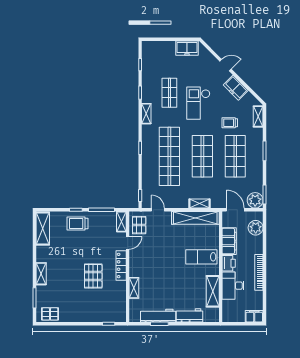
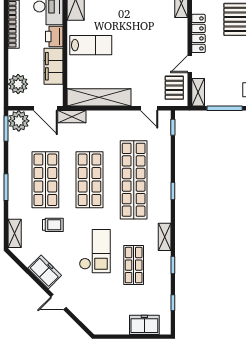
freezer: (187, 48) -> (144, 325), moved
shelving: (200, 203) -> (72, 117), moved

